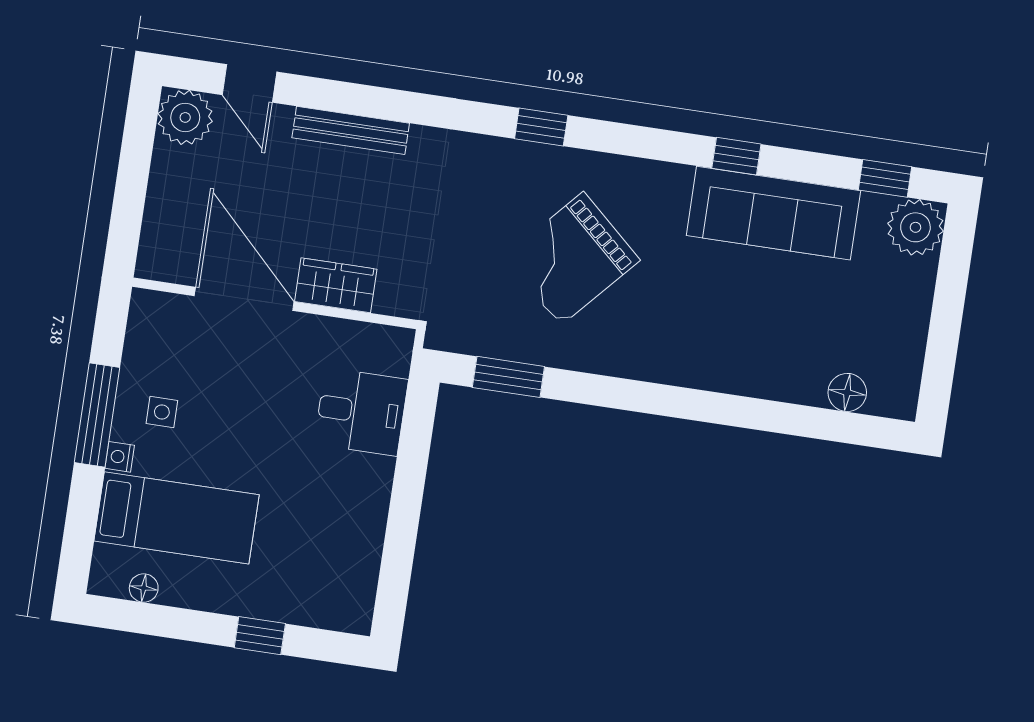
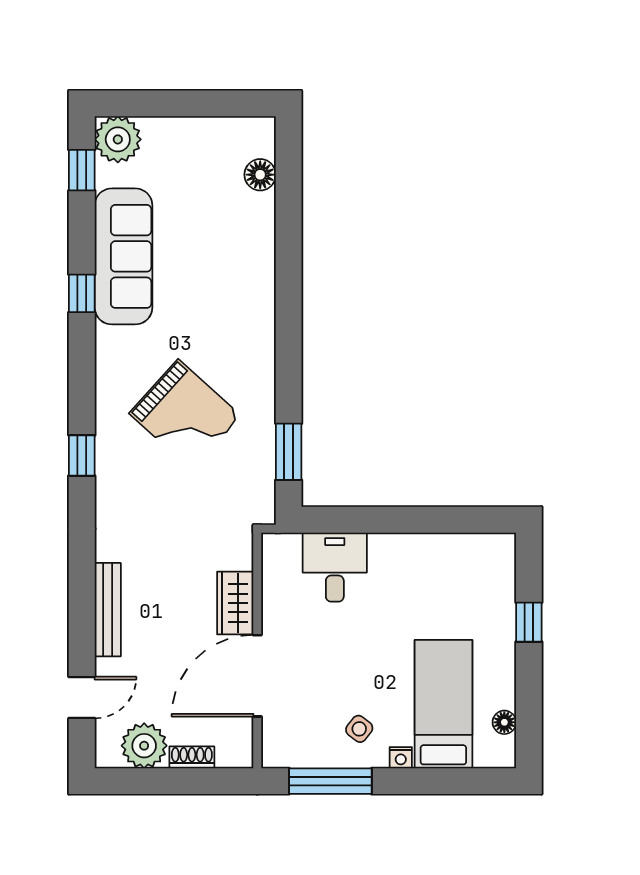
plant: (185, 117) -> (144, 746), moved
shoe rack: (158, 205) -> (192, 757), added
side table: (162, 412) -> (359, 729), turned 38
window: (97, 415) -> (330, 781), moved

